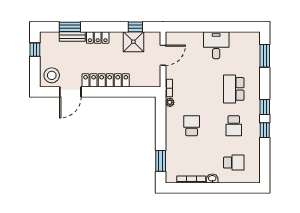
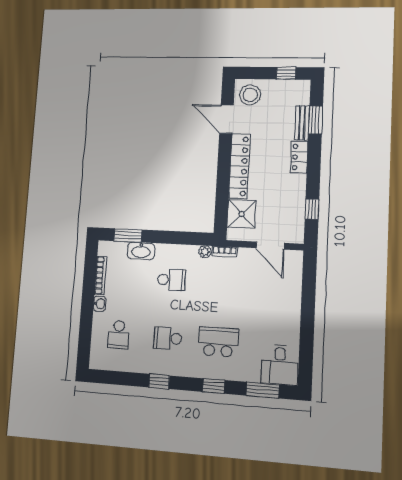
shower: (133, 42) -> (241, 214), moved
desk: (216, 45) -> (280, 365), moved, turned 90
window: (265, 107) -> (214, 386), moved
washbasin: (172, 150) -> (141, 251), added

